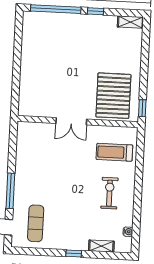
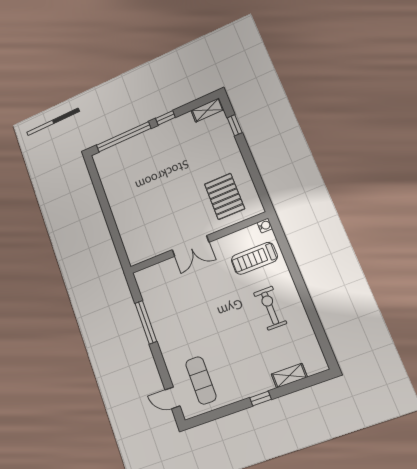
pallet: (113, 96) -> (224, 196), width x0.73, depth x0.71
window: (142, 108) -> (235, 125), moved
window: (10, 191) -> (146, 322), moved
water cooler: (128, 232) -> (265, 226), moved

